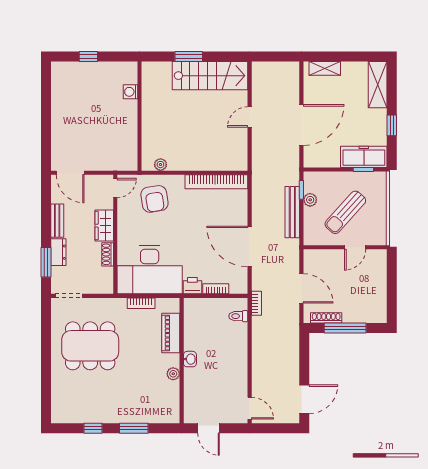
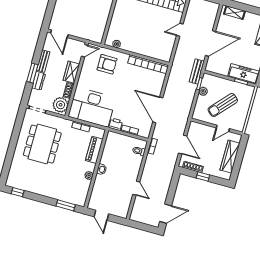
armchair: (154, 199) -> (107, 64), turned -81
bench: (292, 212) -> (197, 72), moved, width x0.73
window: (46, 262) -> (32, 73), moved
plant: (101, 279) -> (61, 105), added
wardrobe: (378, 287) -> (230, 157), added
window: (345, 328) -> (203, 176), width x0.46
dining table: (90, 346) -> (42, 144), turned 90
door: (250, 408) -> (136, 188), moved
window: (93, 428) -> (18, 192), moved
window: (134, 428) -> (66, 205), moved

